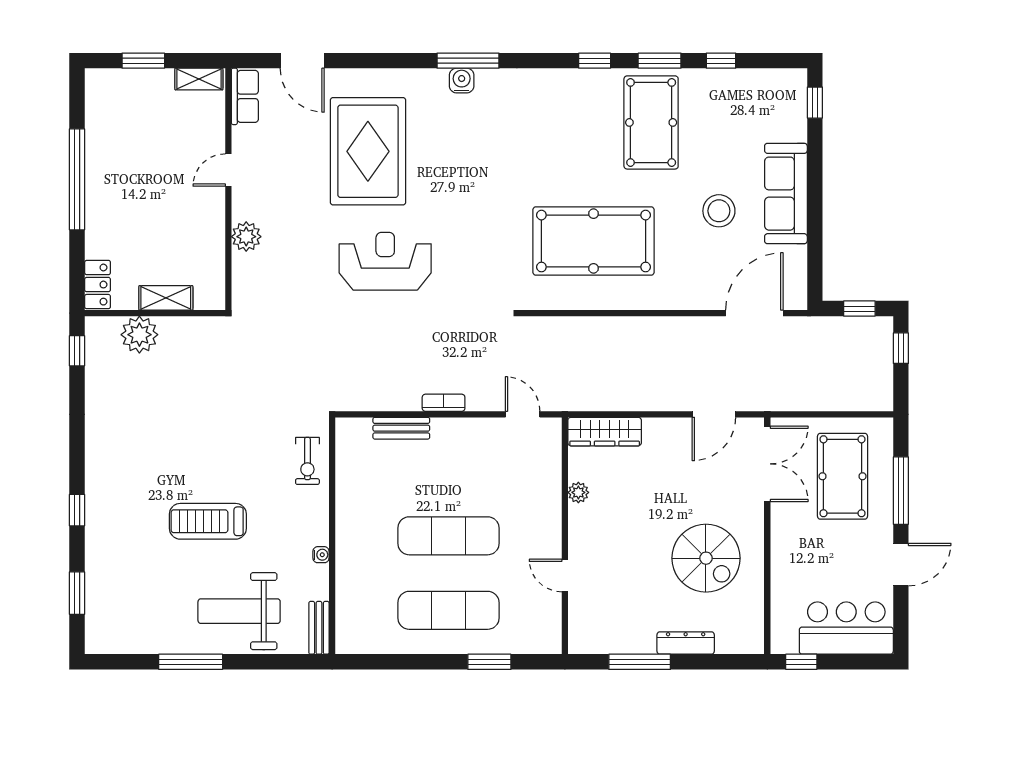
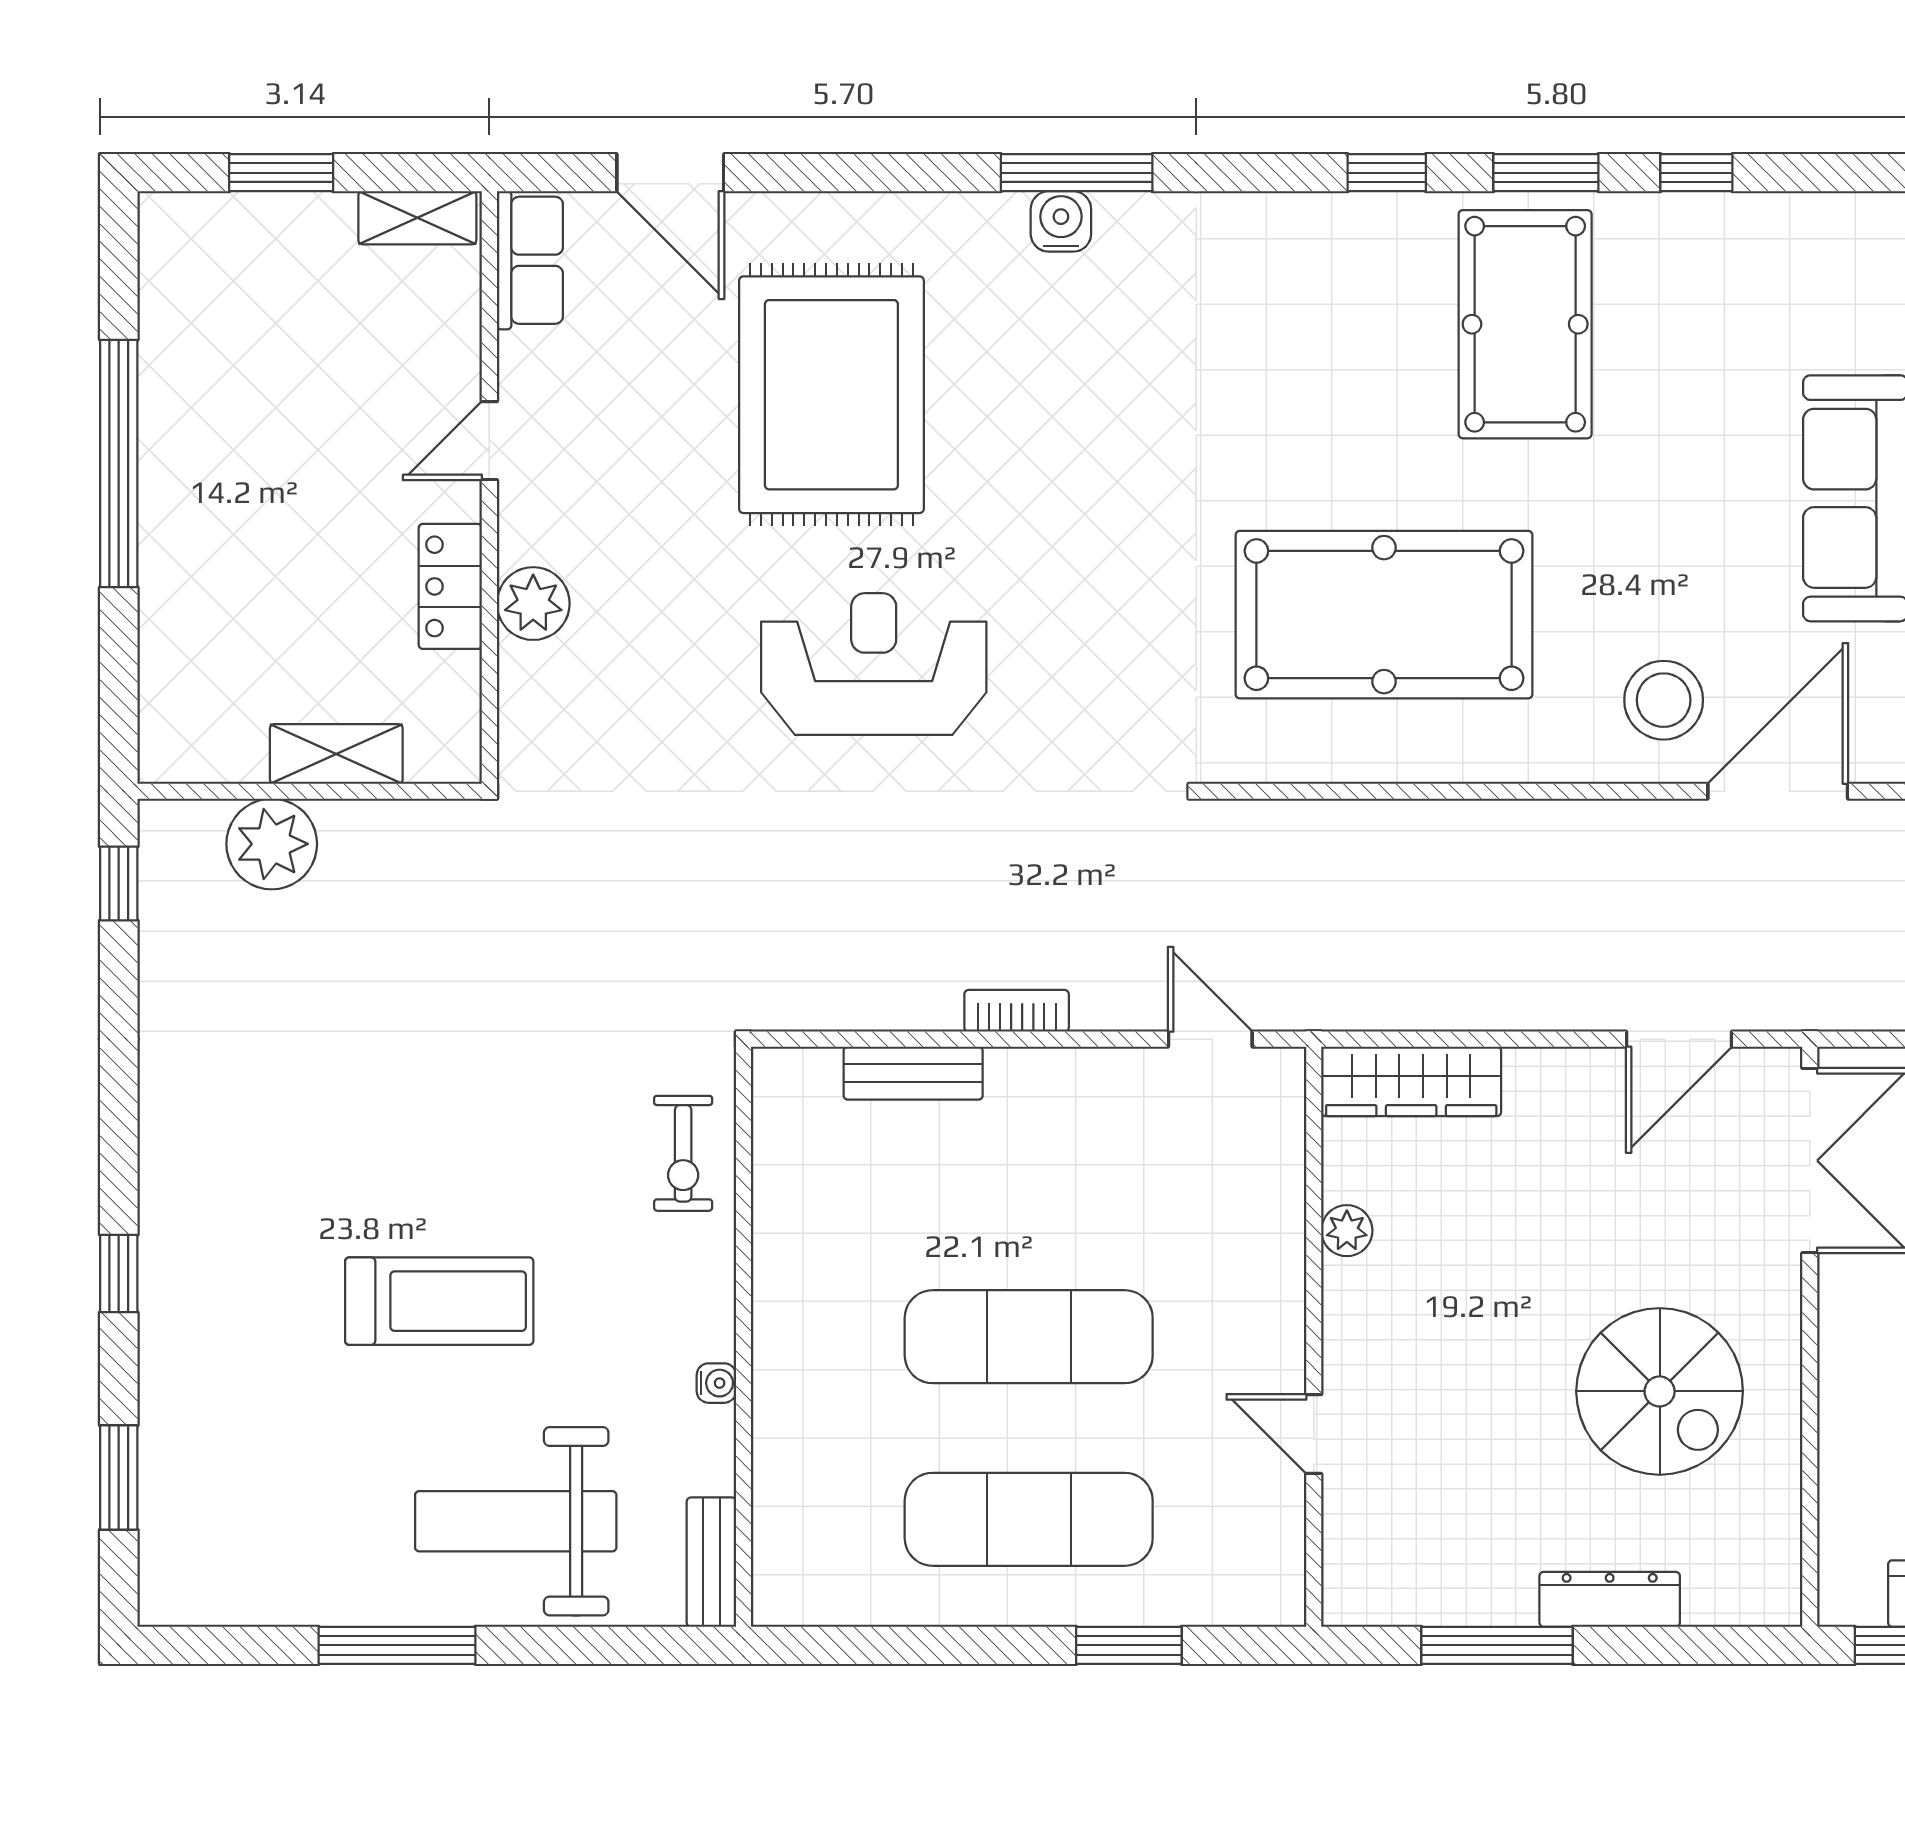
stool: (719, 211) -> (1664, 700), moved
locker: (98, 285) -> (450, 586), moved, turned 180
treadmill: (208, 521) -> (439, 1301), turned 180

